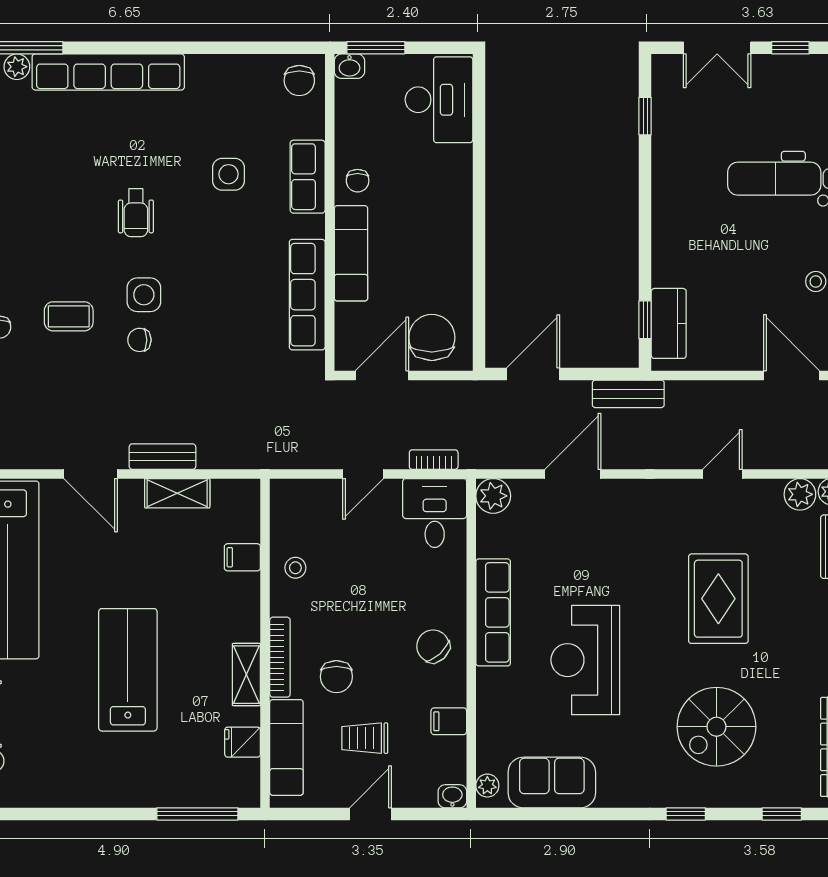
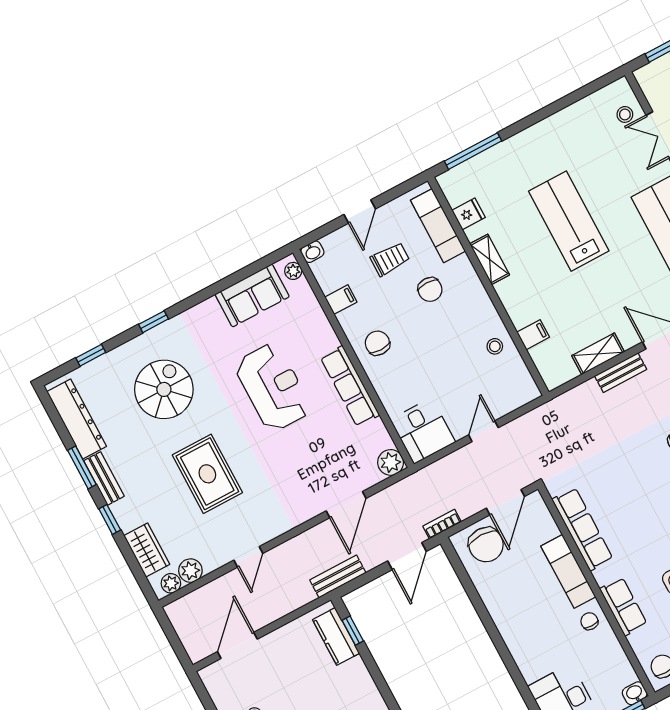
door: (792, 375) -> (237, 645), swing flipped
bookcase: (434, 460) -> (442, 524), moved, turned 180
chair: (433, 646) -> (377, 343), turned -137
bookcase: (280, 657) -> (474, 282), removed
lab bench: (128, 670) -> (569, 221), turned 180
chair: (336, 677) -> (430, 289), turned 180

